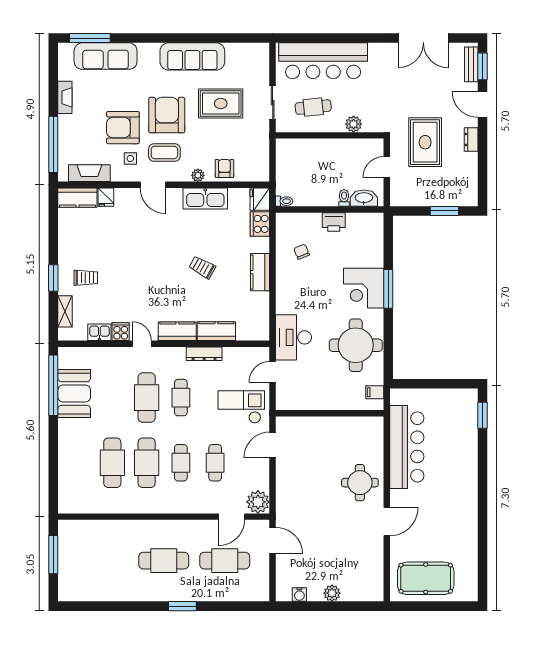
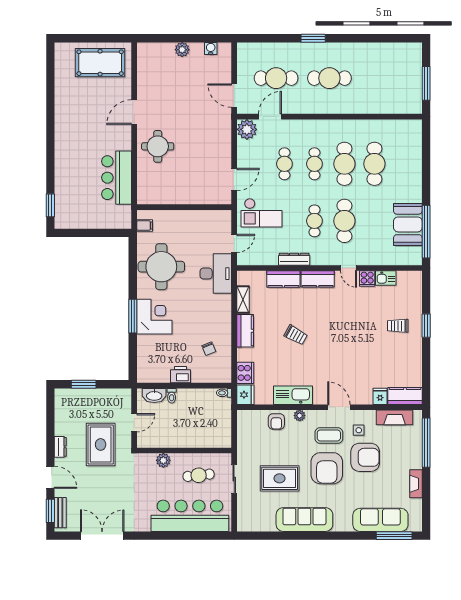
shelving: (65, 311) -> (243, 300), moved
bar counter: (407, 447) -> (117, 178), width x0.73

